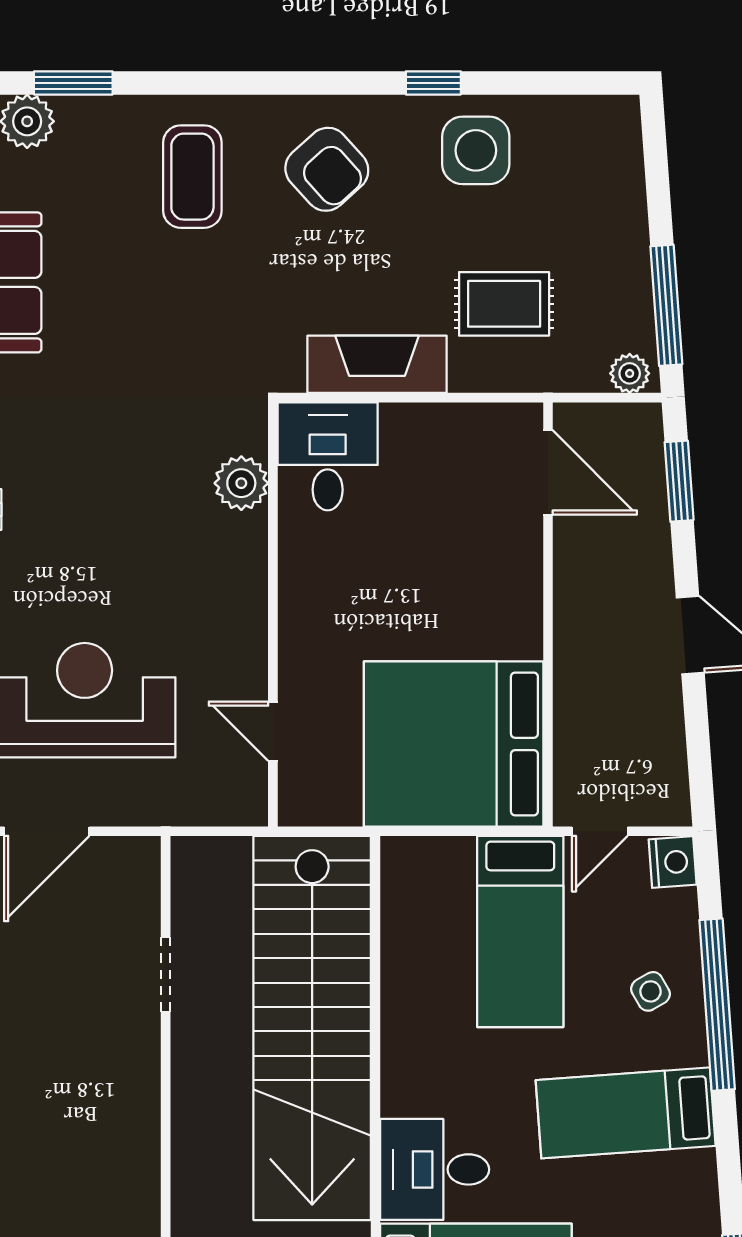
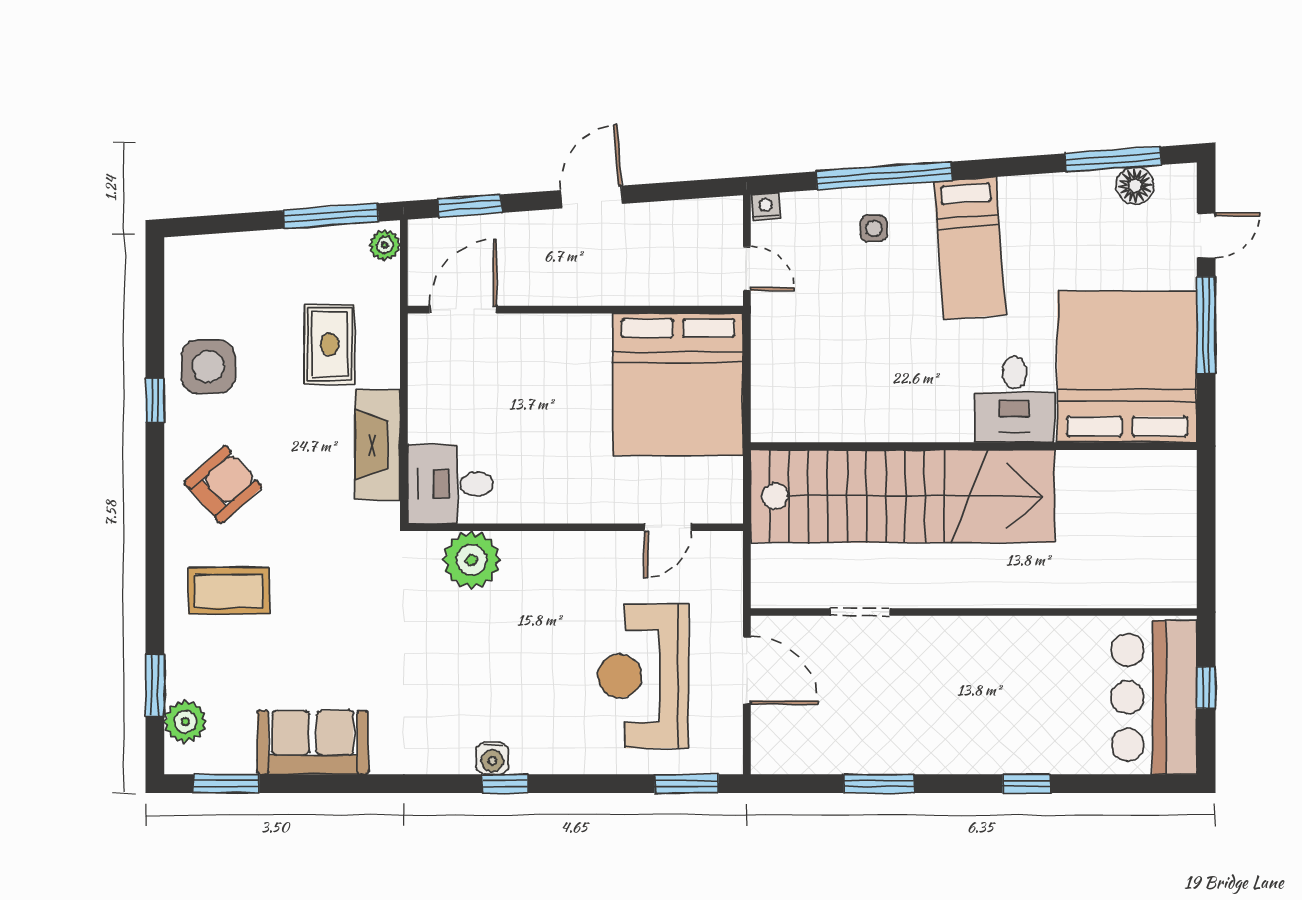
plant: (241, 483) -> (472, 560), width x1.36, depth x1.36
door: (47, 831) -> (747, 670), moved
nightstand: (673, 862) -> (766, 207), width x0.72, depth x0.74
bed: (520, 931) -> (826, 331), removed
side table: (650, 991) -> (874, 228), turned 30

